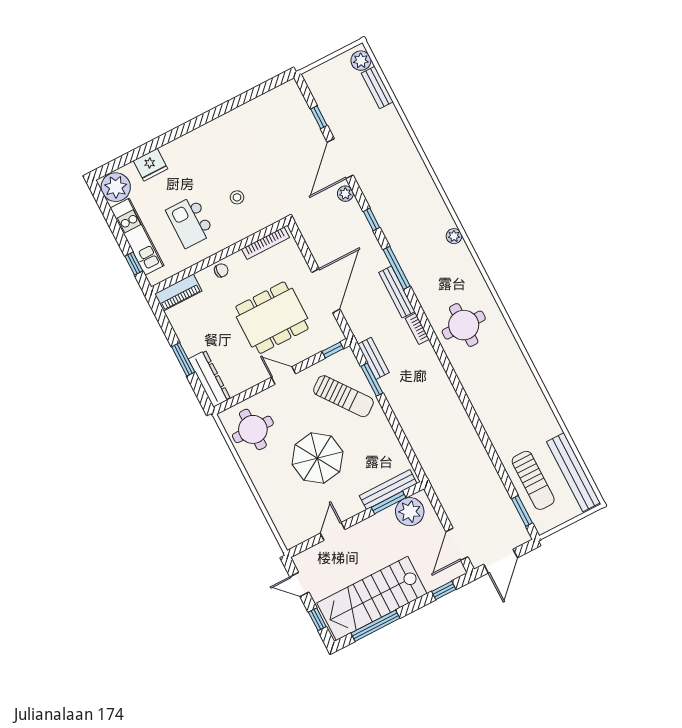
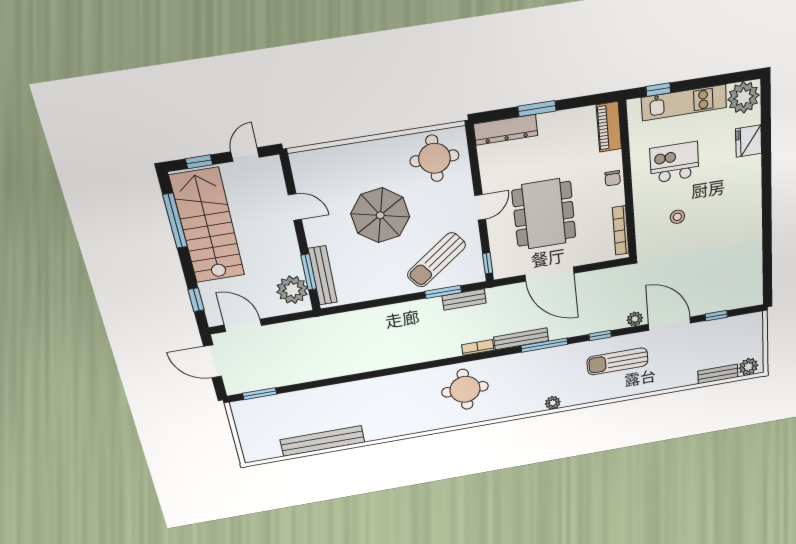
bench: (573, 472) -> (323, 441), moved
sun lounger: (533, 480) -> (617, 361), moved

